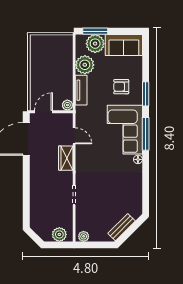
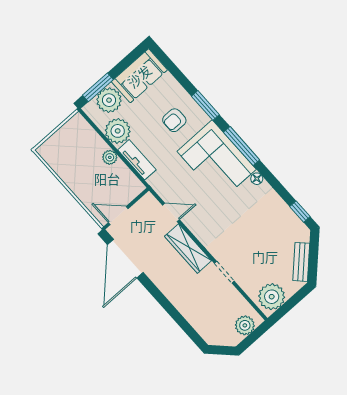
plant: (67, 105) -> (110, 157), moved
door: (43, 112) -> (118, 216), hinge flipped
wardrobe: (66, 158) -> (188, 249), width x1.50
window: (146, 199) -> (300, 212), added
plant: (84, 236) -> (272, 297), width x1.87, depth x1.87

